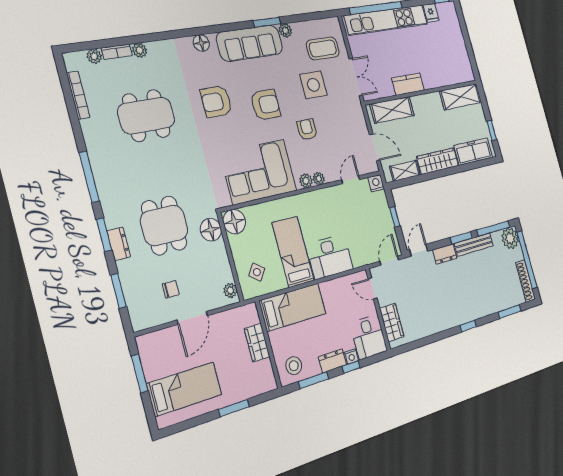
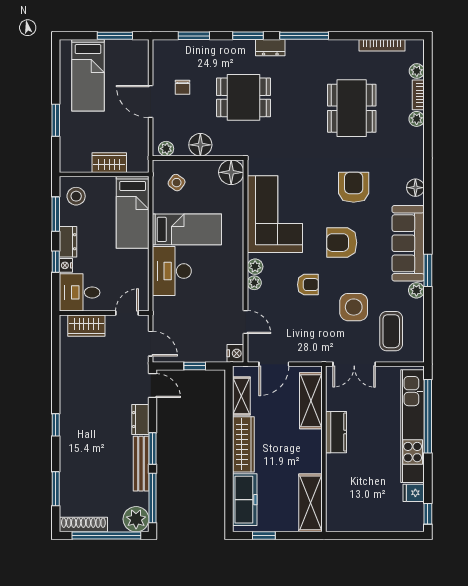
armchair: (265, 105) -> (342, 243), turned 90
floor lamp: (211, 230) -> (200, 145), moved
dresser: (119, 244) -> (270, 48), moved

